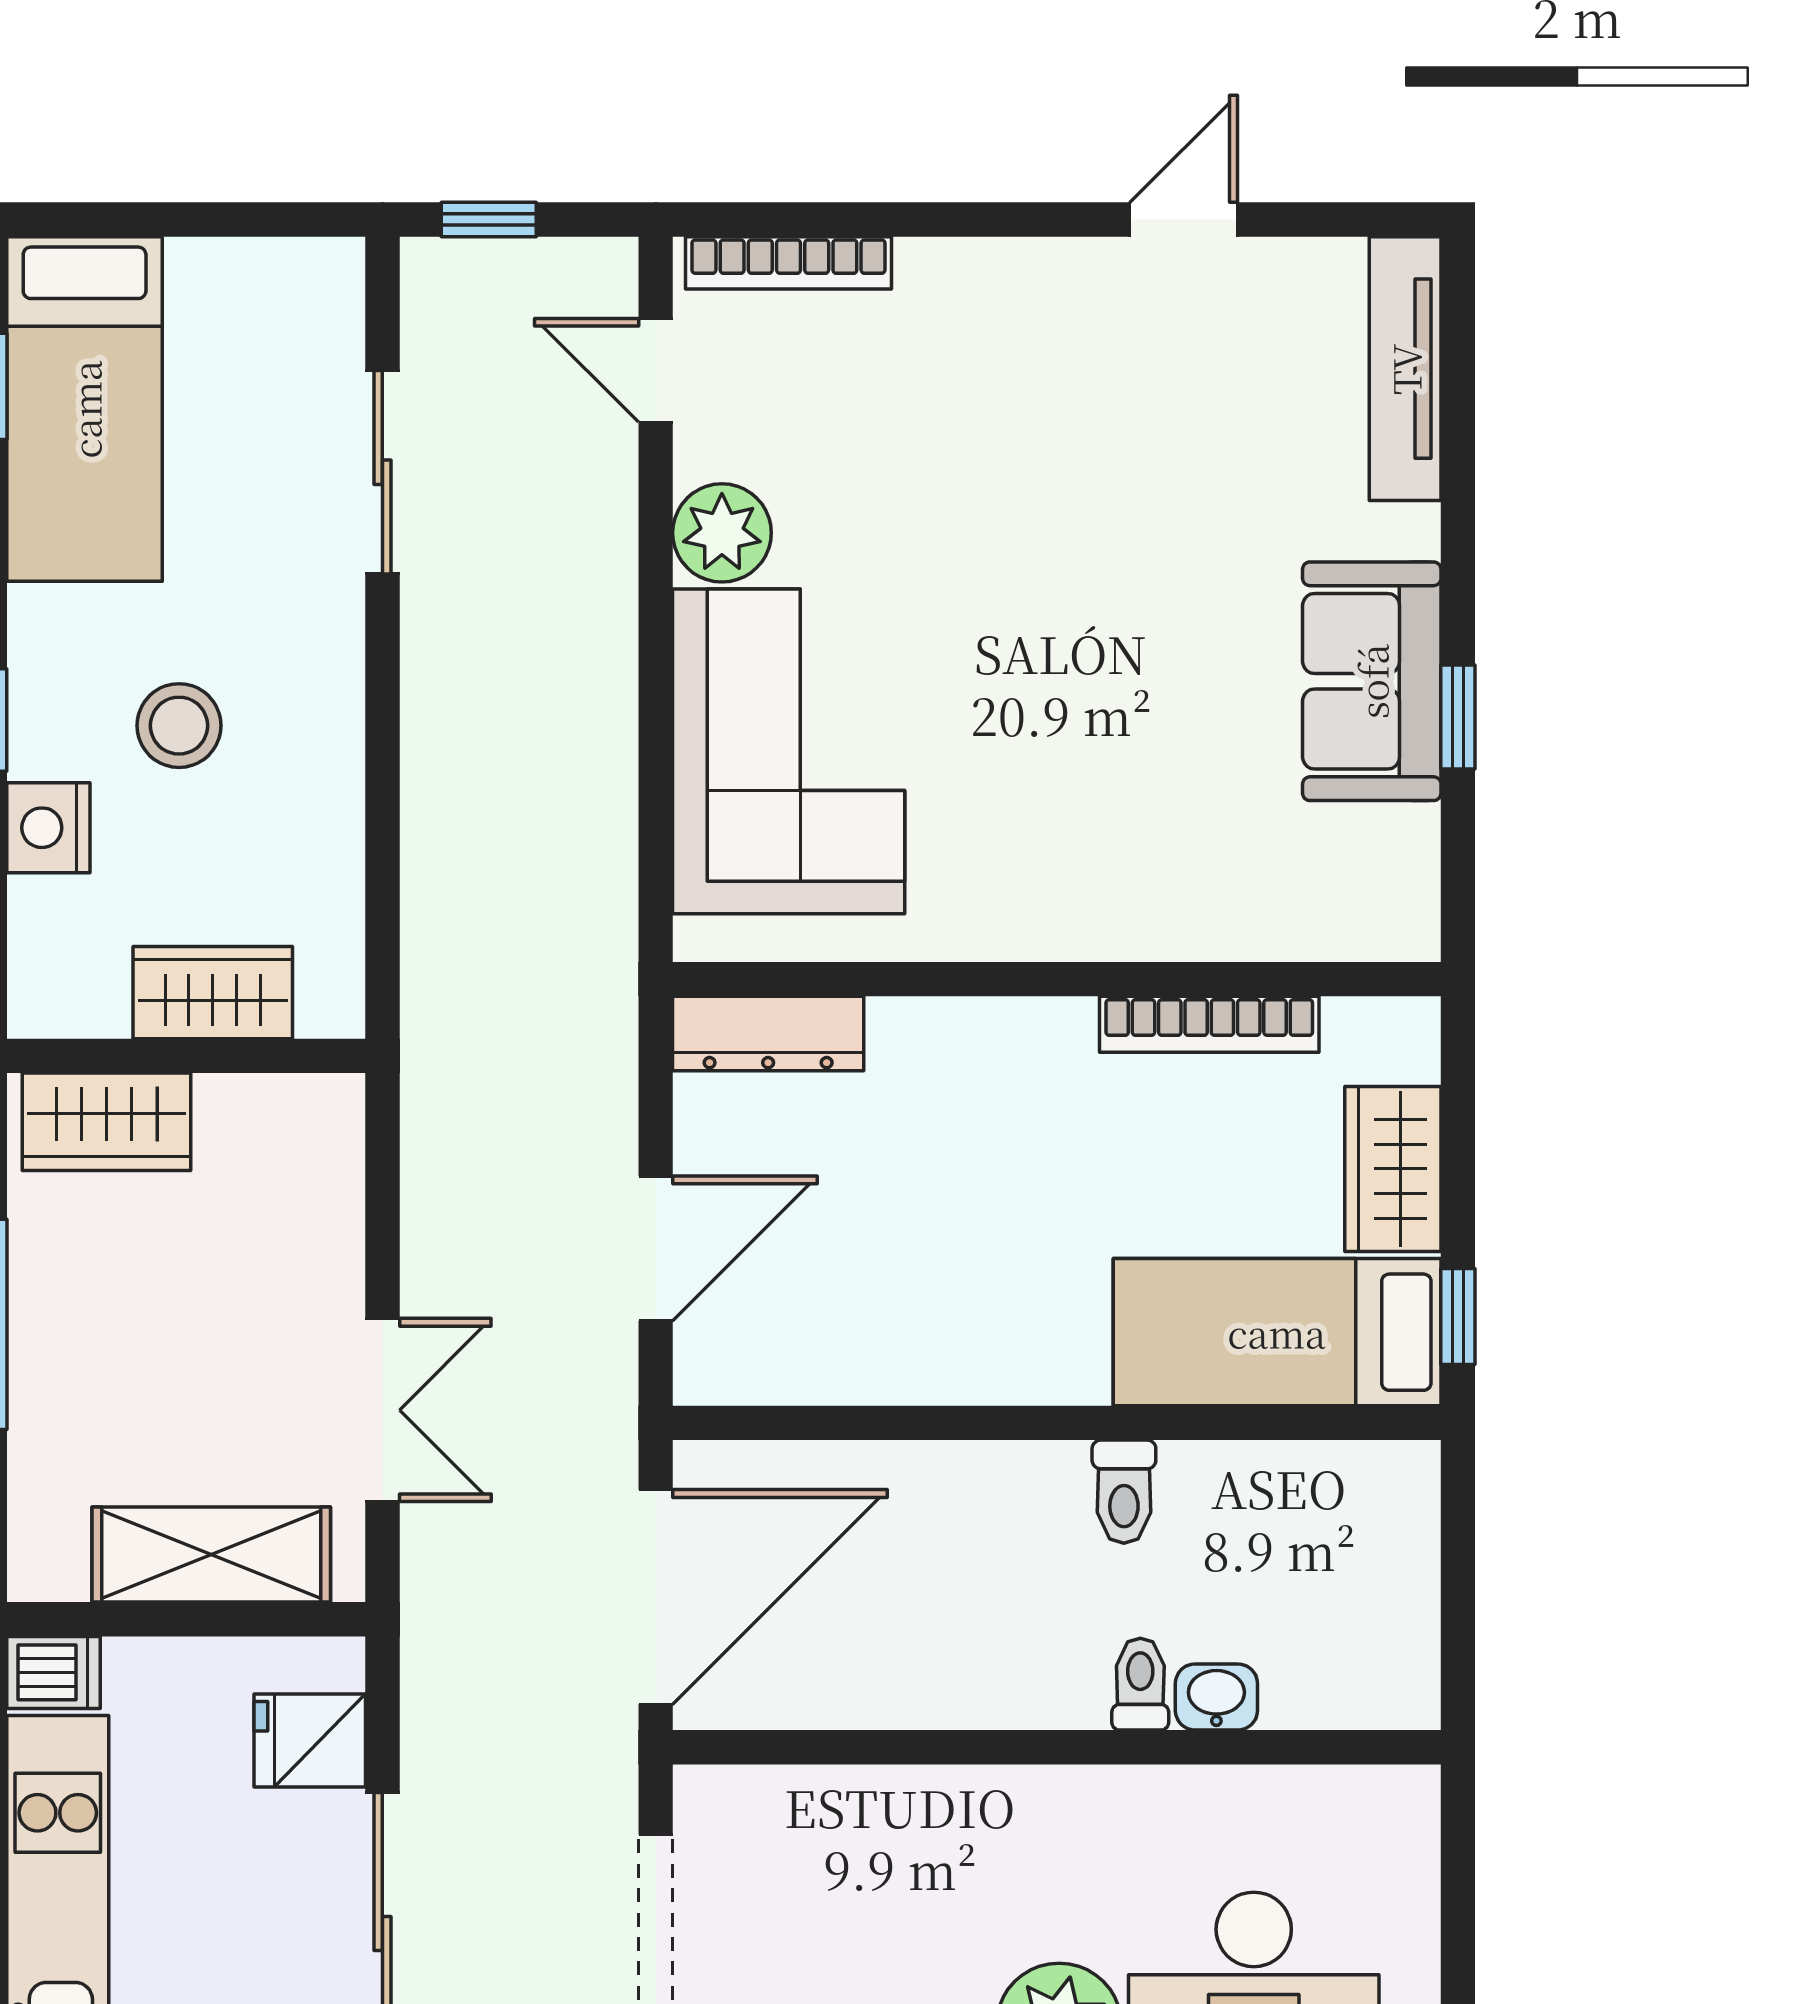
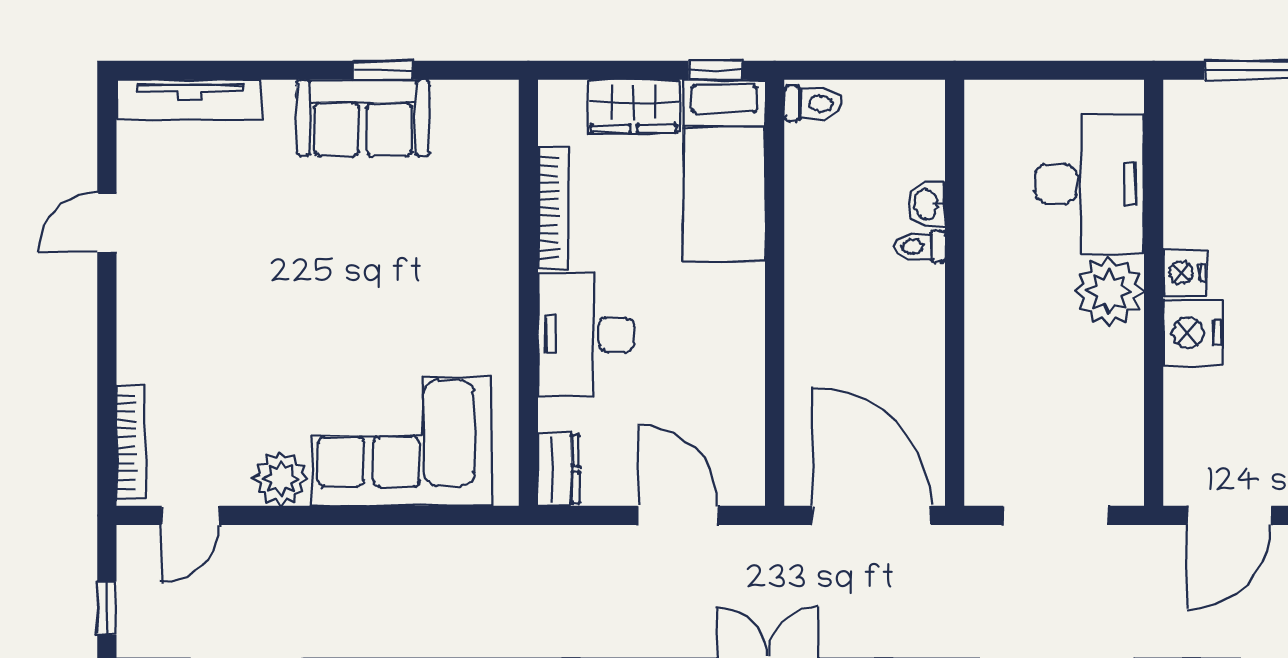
door: (1184, 220) -> (107, 222), hinge flipped
dresser: (768, 1034) -> (559, 469), width x0.70
desk: (982, 1084) -> (586, 335), added
toilet: (1124, 1492) -> (813, 104), moved

